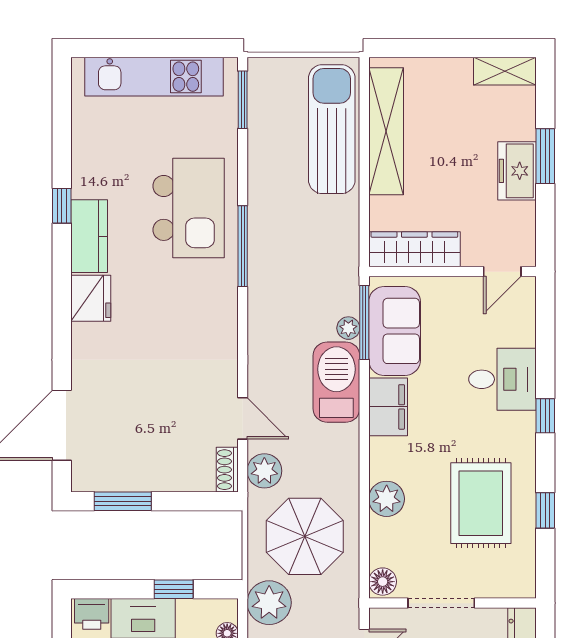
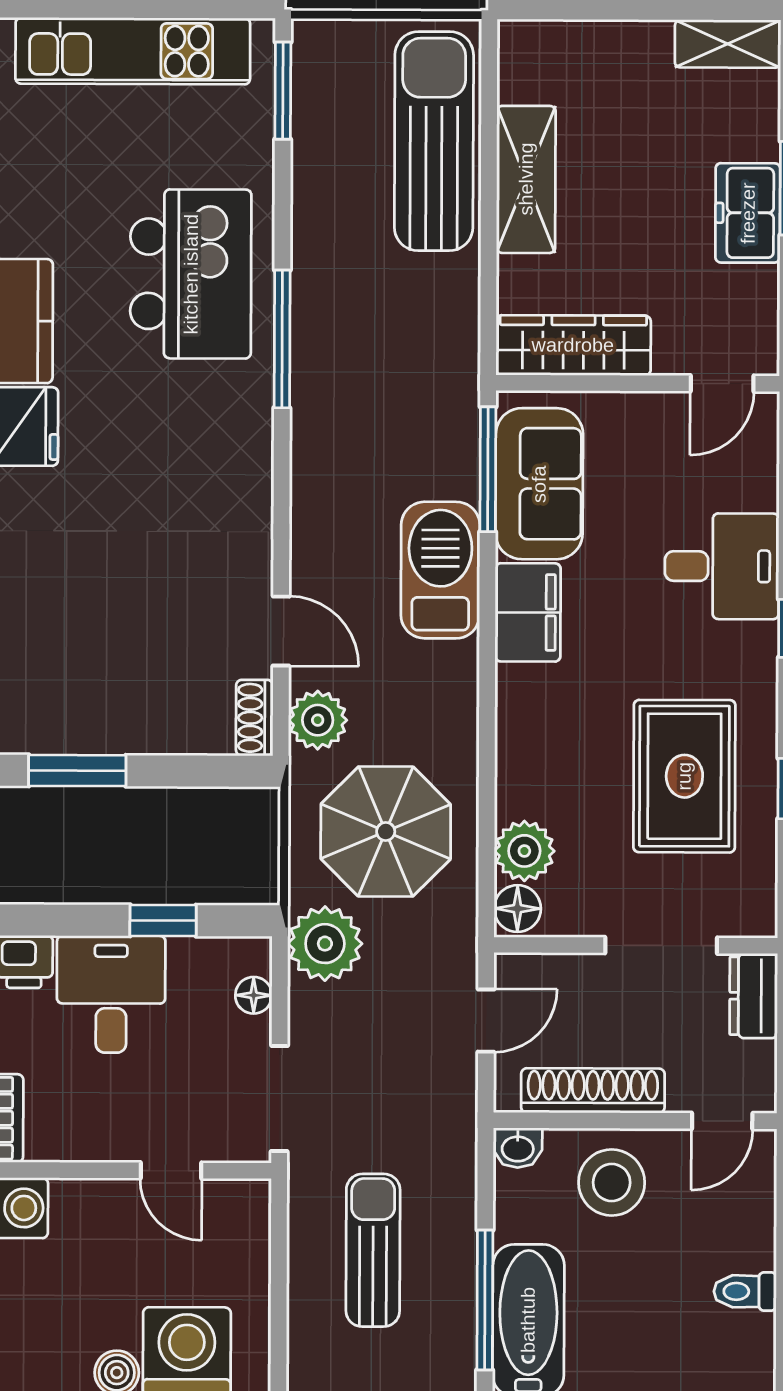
shelving: (386, 131) -> (526, 179), width x0.68
plant: (348, 328) -> (461, 478), removed
plant: (387, 499) -> (524, 851), moved
doorway: (441, 603) -> (661, 945), moved

